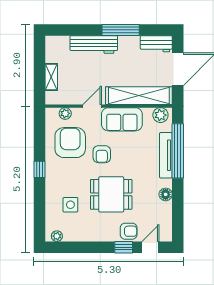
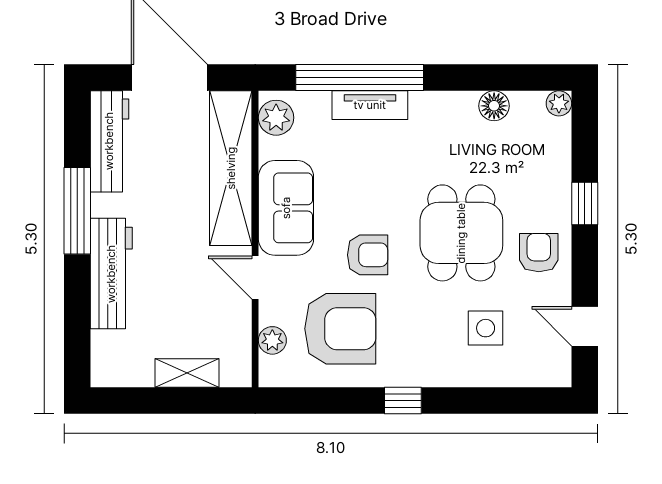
workbench: (156, 44) -> (109, 141), width x1.38
armchair: (70, 143) -> (340, 329), turned 180
tv unit: (166, 155) -> (370, 105), width x0.71
floor lamp: (166, 194) -> (494, 106), moved
armchair: (129, 231) -> (539, 253), moved
plant: (57, 236) -> (559, 103), moved
door: (150, 247) -> (585, 326), moved

